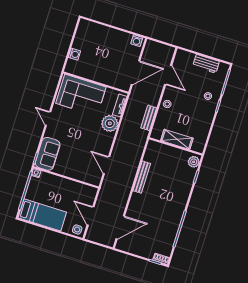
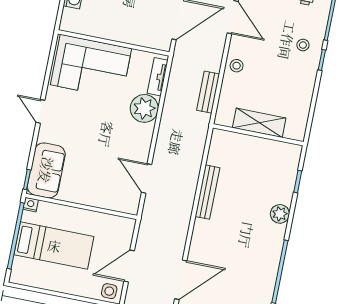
plant: (194, 162) -> (280, 214), moved
bed: (42, 215) -> (54, 246), moved
door: (91, 216) -> (129, 266), hinge flipped

